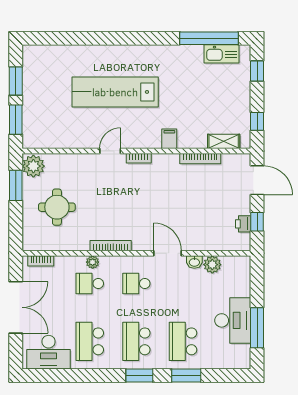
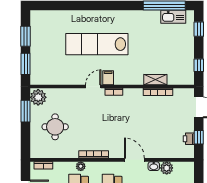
filing cabinet: (169, 139) -> (108, 78), moved
shelving: (224, 141) -> (155, 80), moved

